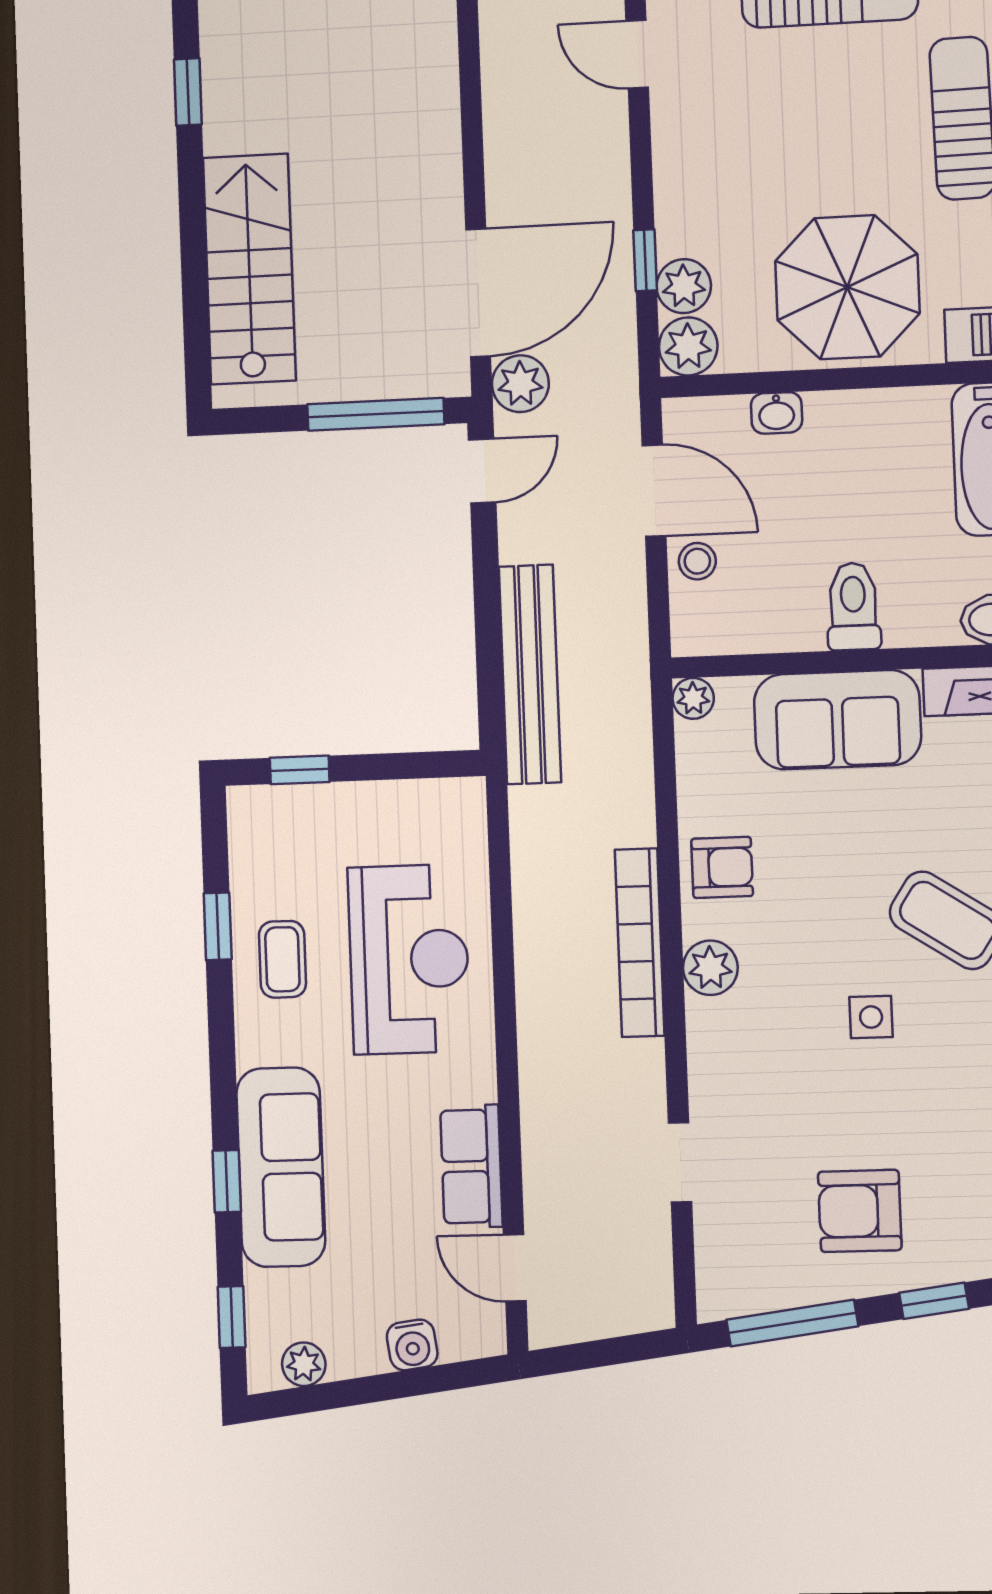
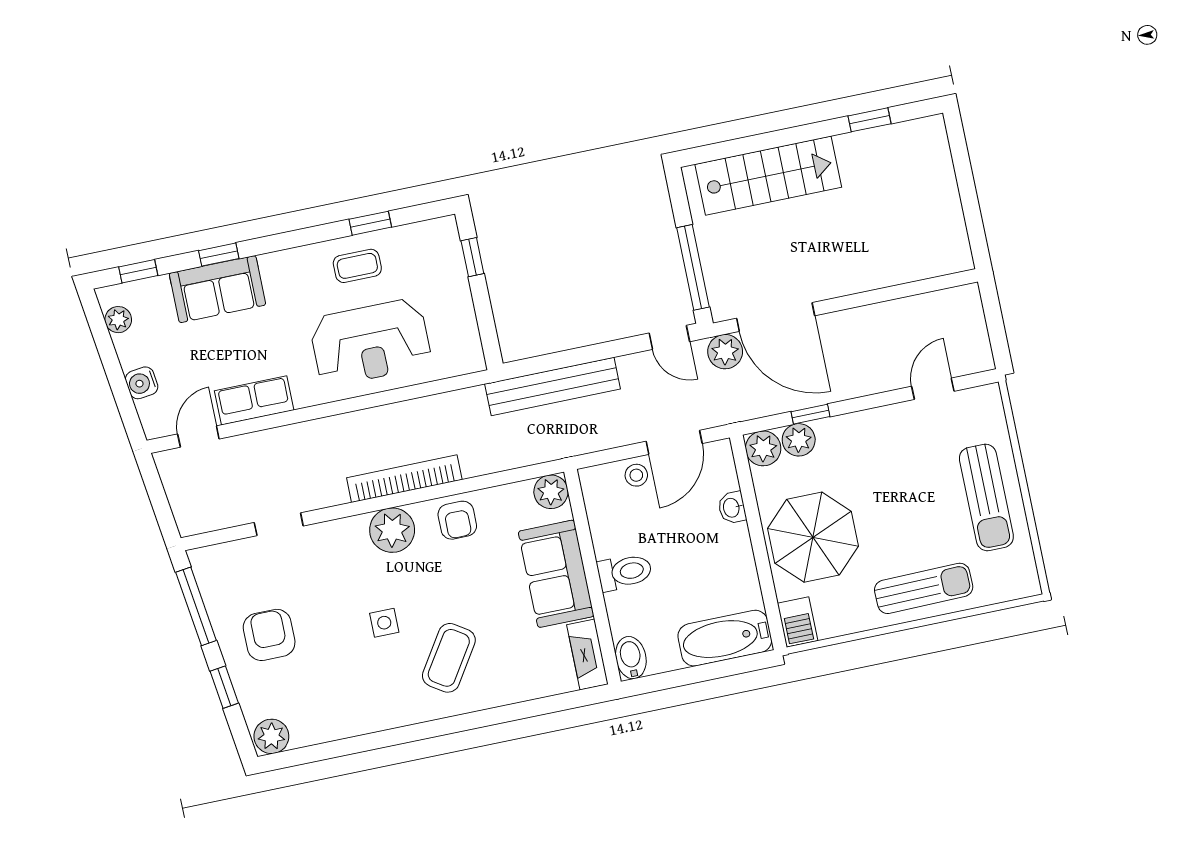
plant: (693, 698) -> (551, 492), width x1.38, depth x1.38
plant: (710, 968) -> (392, 530), width x1.36, depth x1.36
sofa: (281, 1167) -> (217, 289), width x0.73

